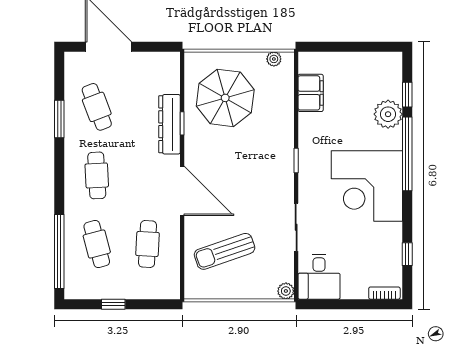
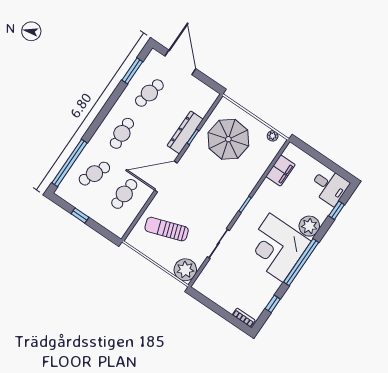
cafe table: (97, 107) -> (149, 93), turned 33
plant: (388, 114) -> (309, 226), moved
window: (59, 119) -> (132, 71), moved
window: (407, 154) -> (301, 262), moved
door: (182, 191) -> (166, 177), swing flipped
cafe table: (97, 244) -> (94, 174), turned 39
desk: (319, 277) -> (329, 186), moved, turned -90
plant: (286, 291) -> (185, 270), width x1.87, depth x1.87

